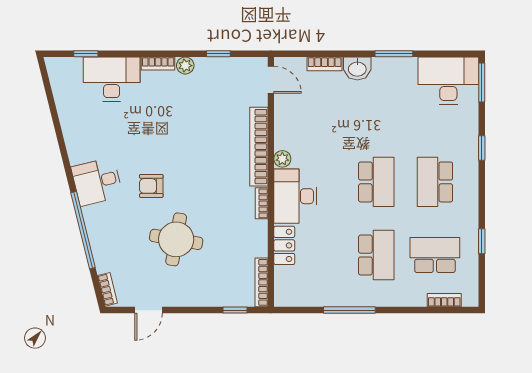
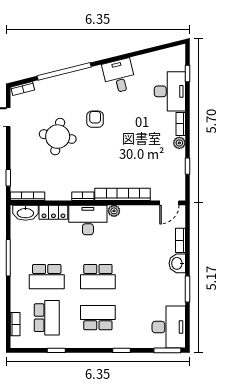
desk: (97, 182) -> (119, 76), moved
washbasin: (285, 285) -> (25, 213), added

